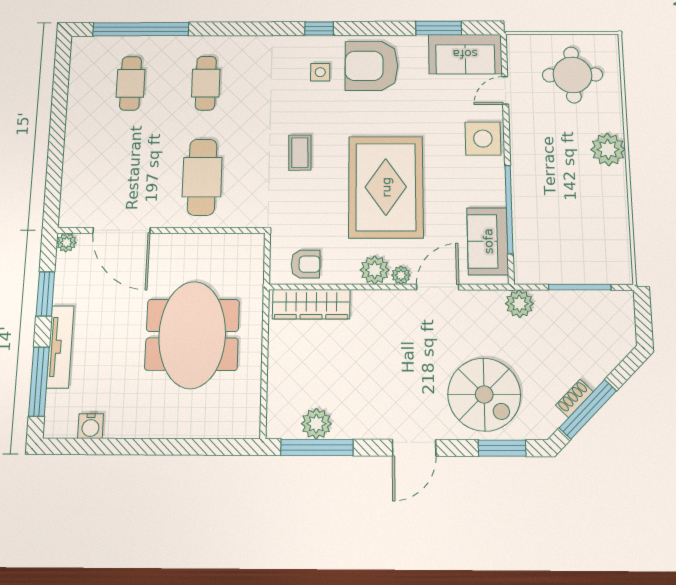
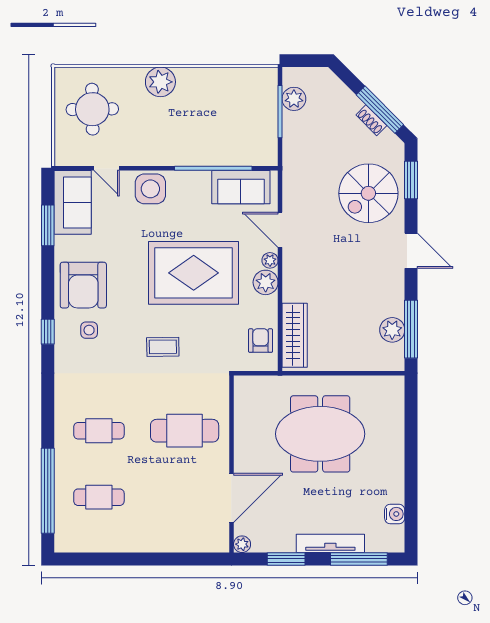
plant: (519, 304) -> (294, 99), moved
spiral stairs: (484, 394) -> (368, 193), turned 180

